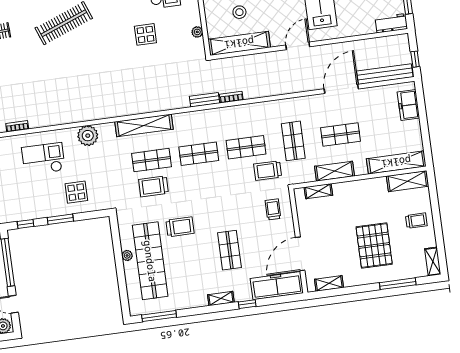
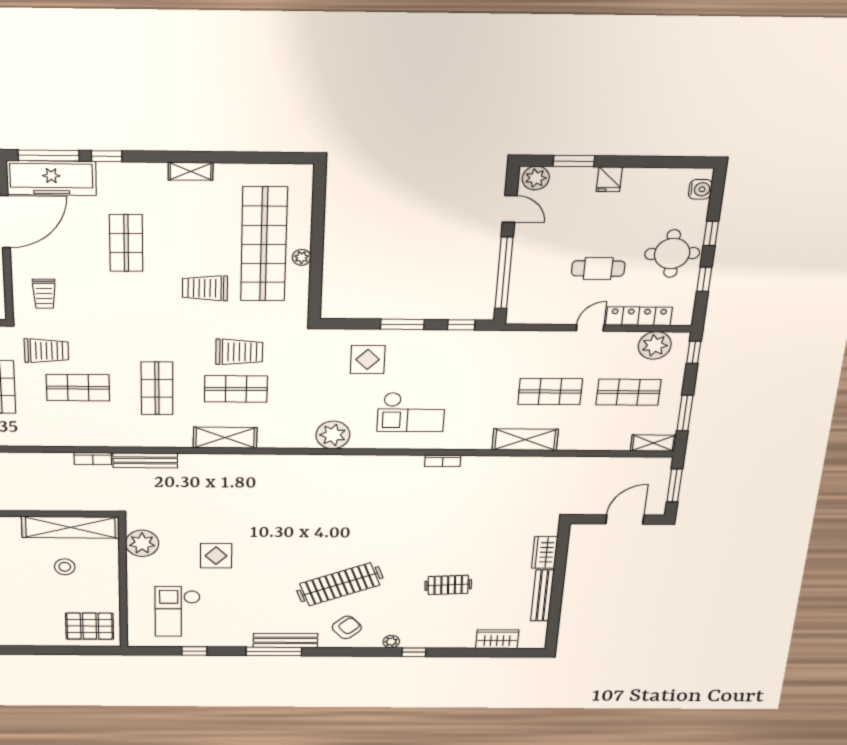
plant: (197, 32) -> (142, 543), width x1.87, depth x1.87
bench: (204, 100) -> (145, 460), width x1.36
shelving: (144, 125) -> (225, 438), width x0.68
shop shelf: (199, 154) -> (157, 388), turned 90
shelving: (221, 298) -> (191, 171), moved
window: (159, 316) -> (49, 156), moved

